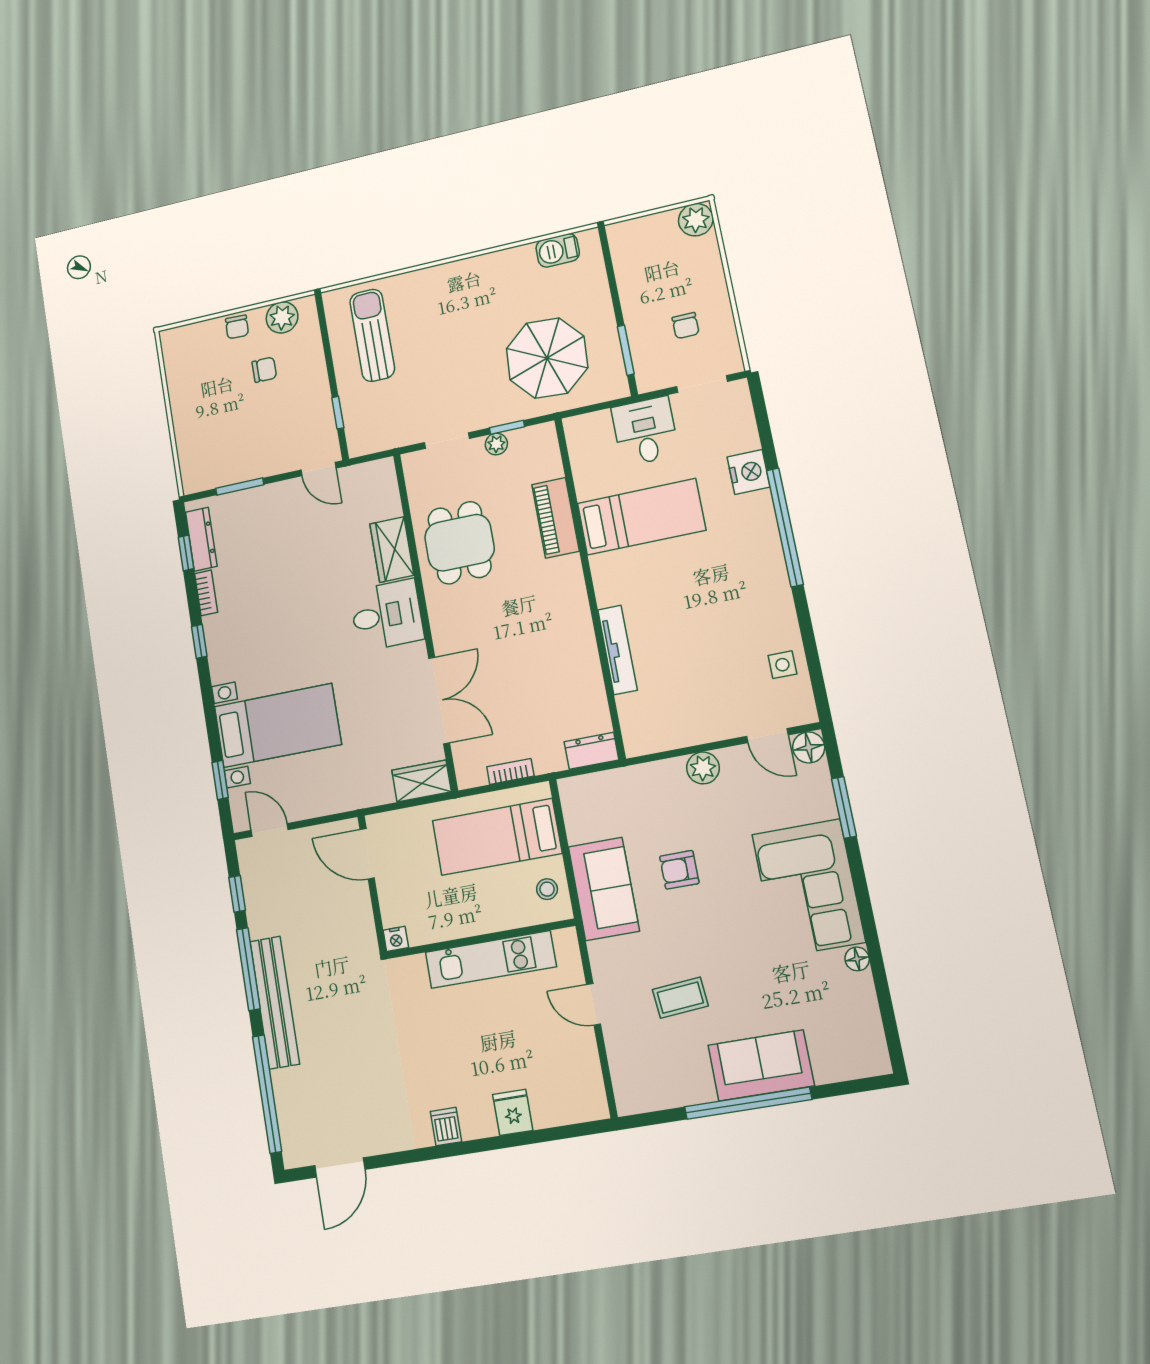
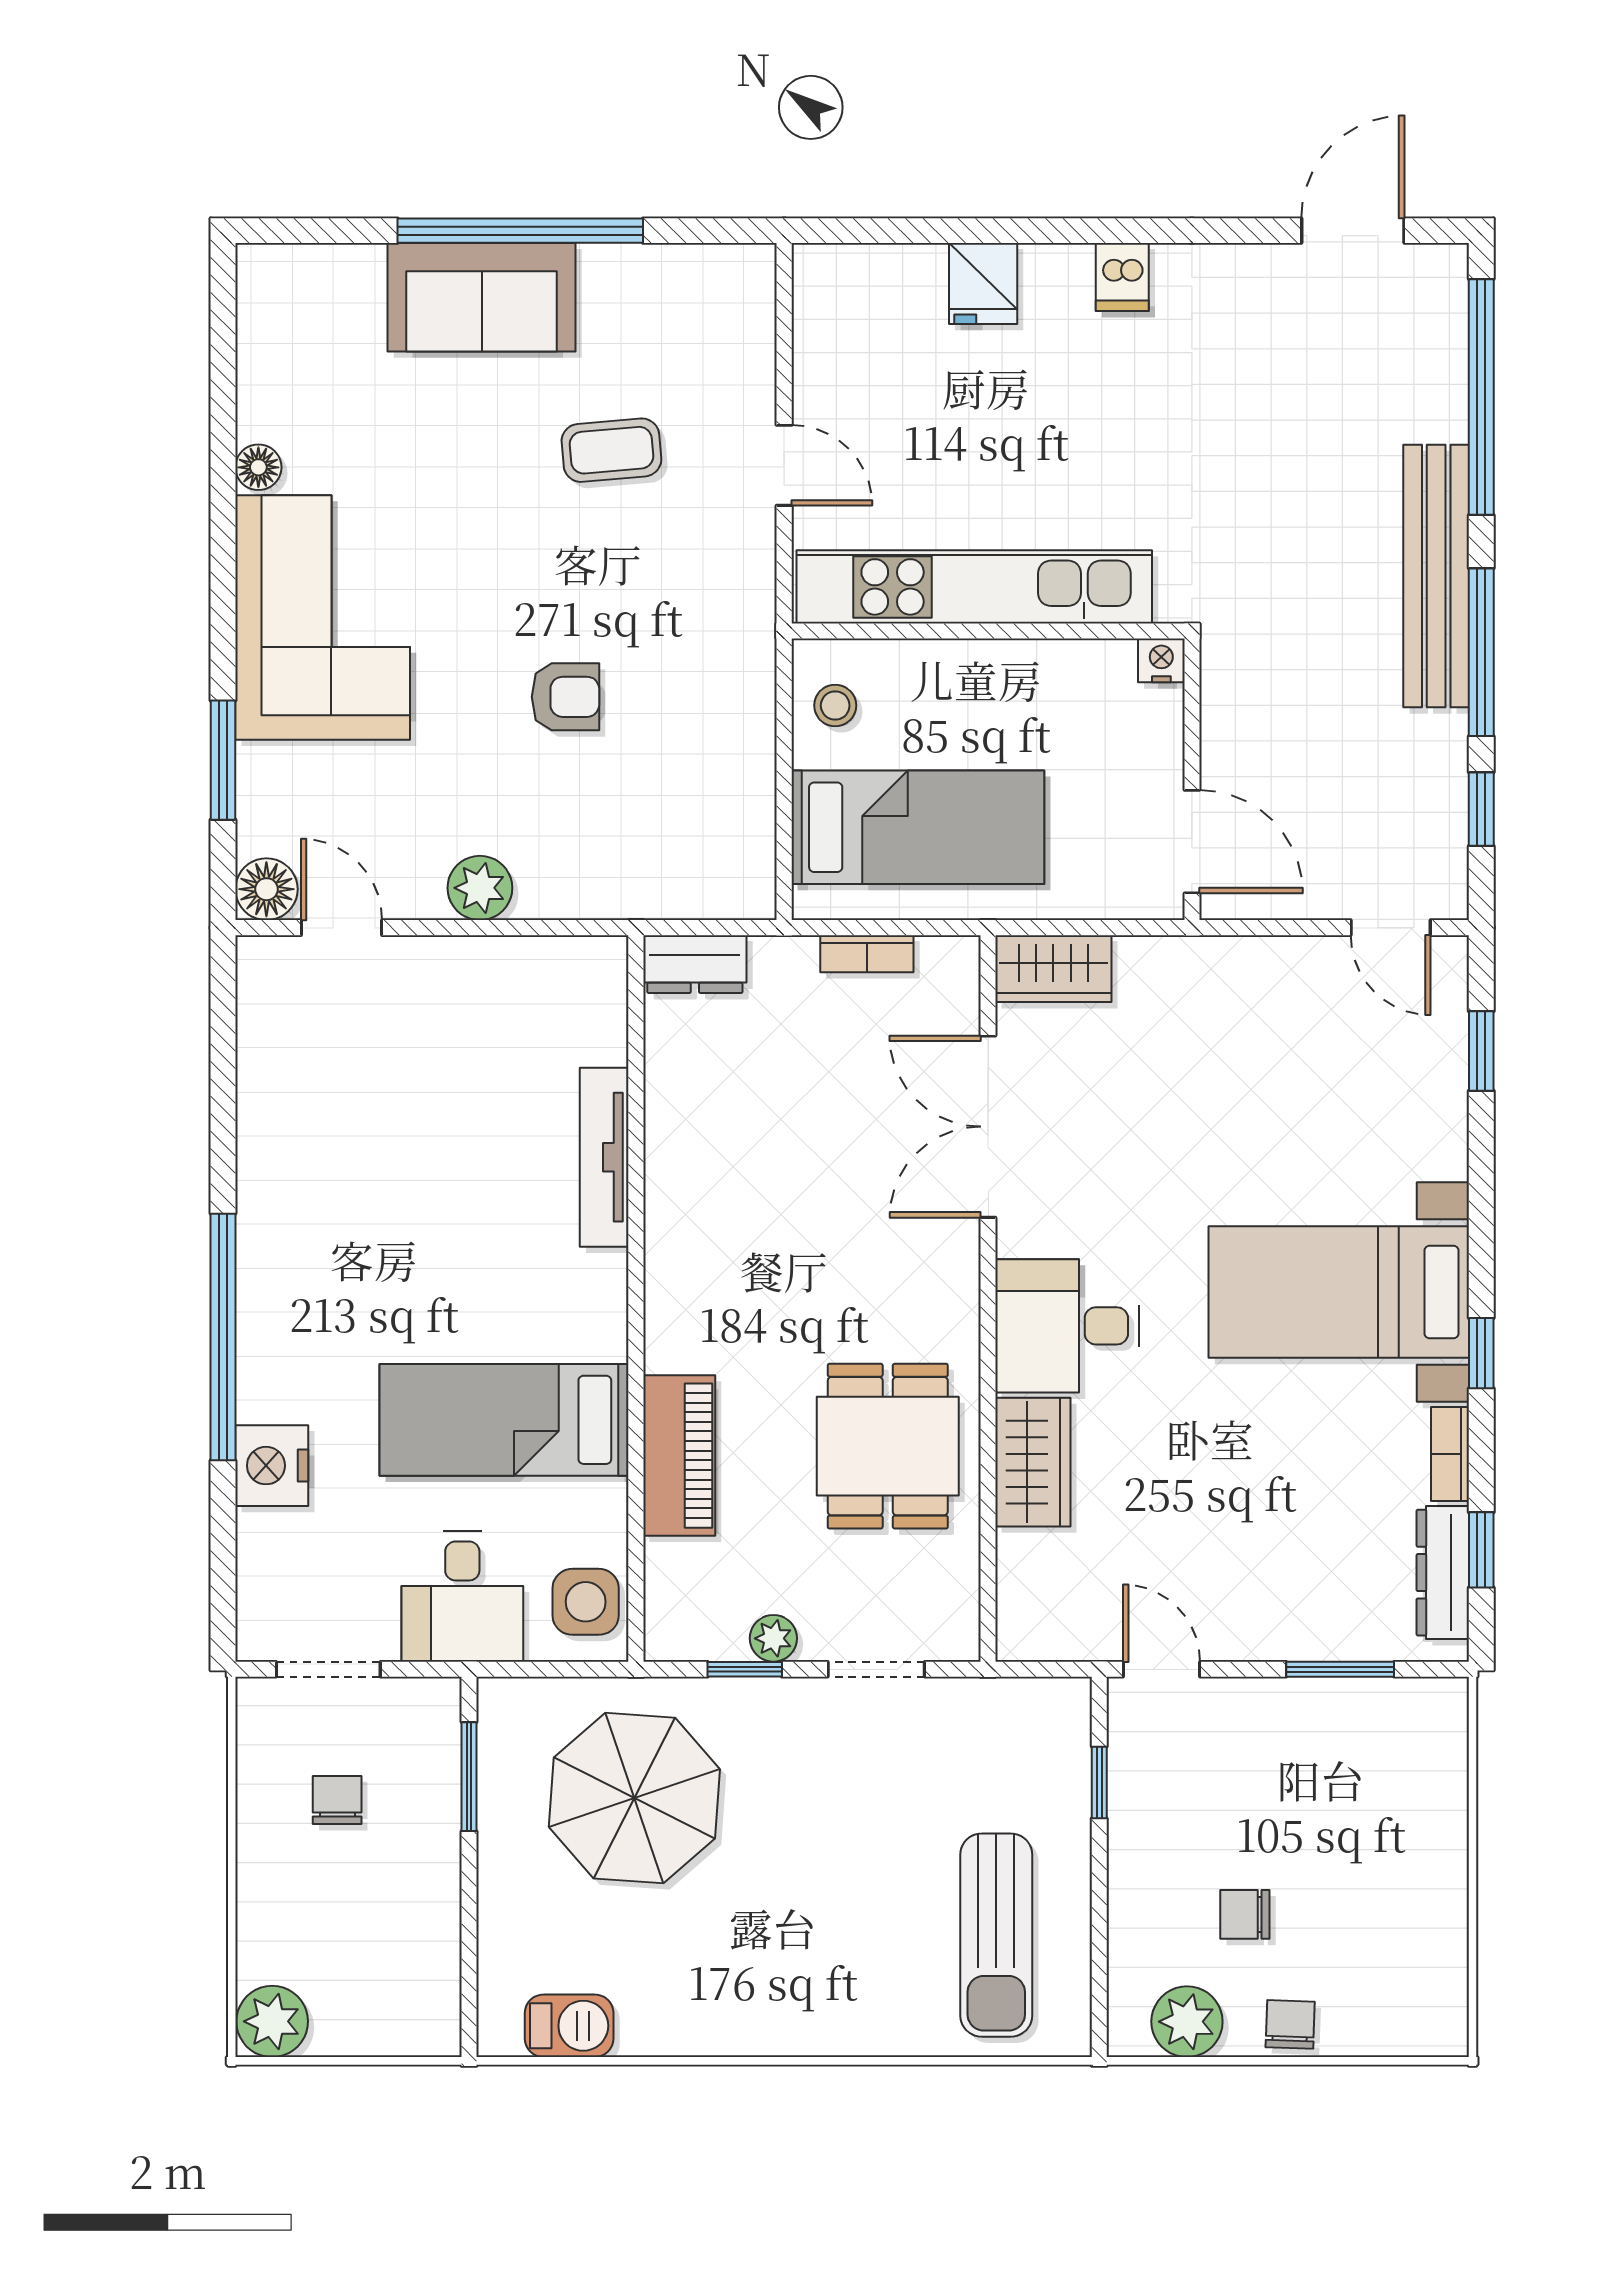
side table: (782, 665) -> (586, 1602), moved, width x1.37, depth x1.37
bed with nightstands: (278, 726) -> (1339, 1292), moved
sofa: (604, 889) -> (722, 686), removed
kitchen unit: (491, 959) -> (974, 587), width x1.36

